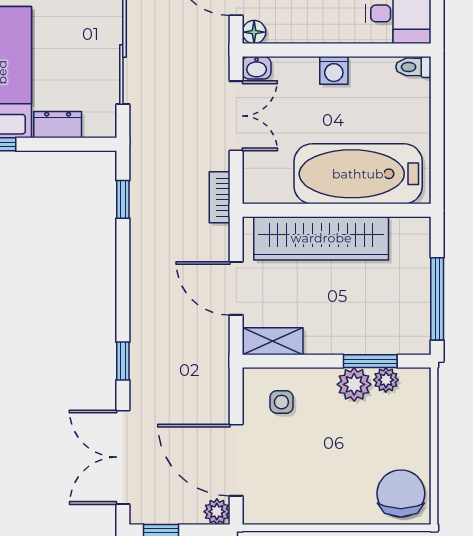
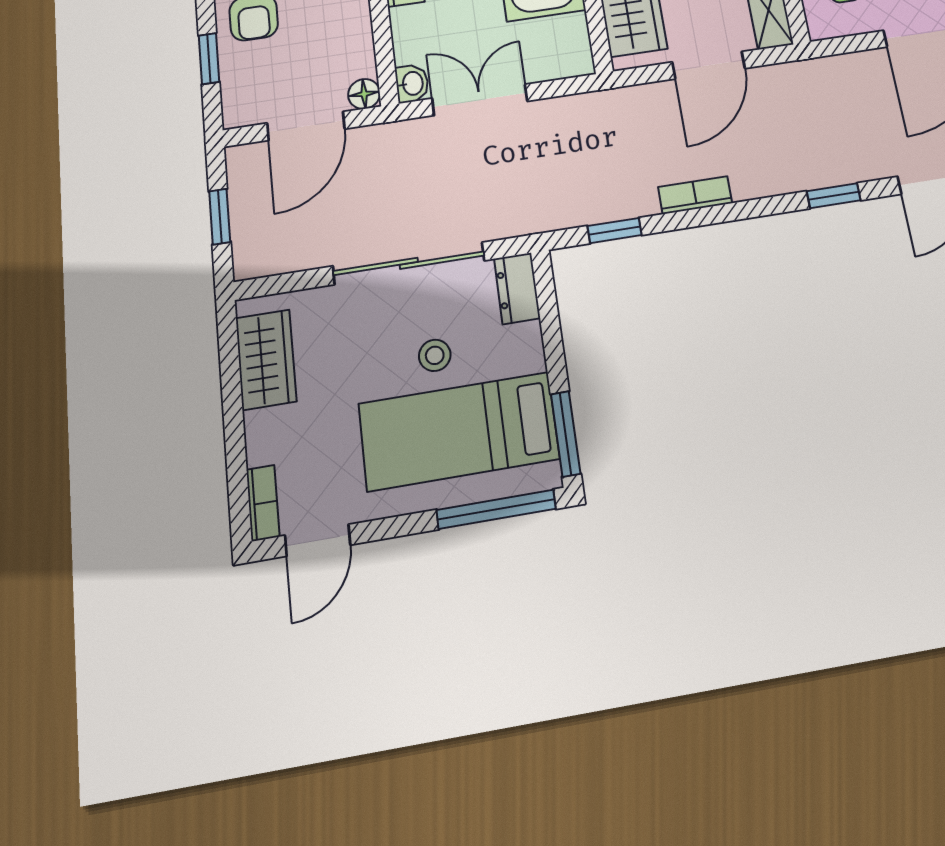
stool: (56, 62) -> (435, 355), added
dresser: (58, 125) -> (517, 288), moved
bookcase: (220, 197) -> (695, 195), moved, turned 180

